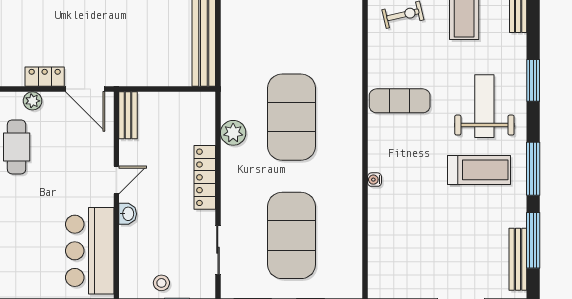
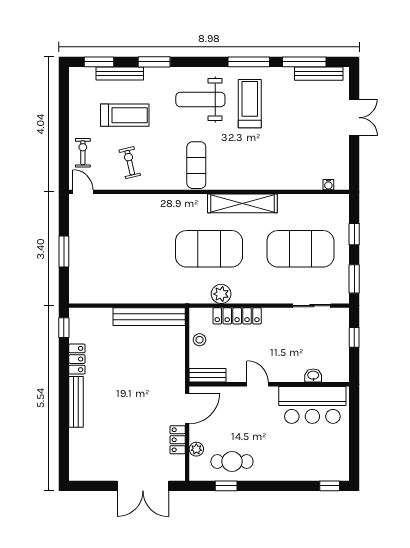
window: (533, 80) -> (154, 62), moved
shelving: (350, 160) -> (242, 203), added
locker: (205, 177) -> (237, 316), moved
water cooler: (374, 180) -> (328, 185), moved
washbasin: (128, 214) -> (313, 376), moved
stool: (161, 283) -> (200, 340), moved

